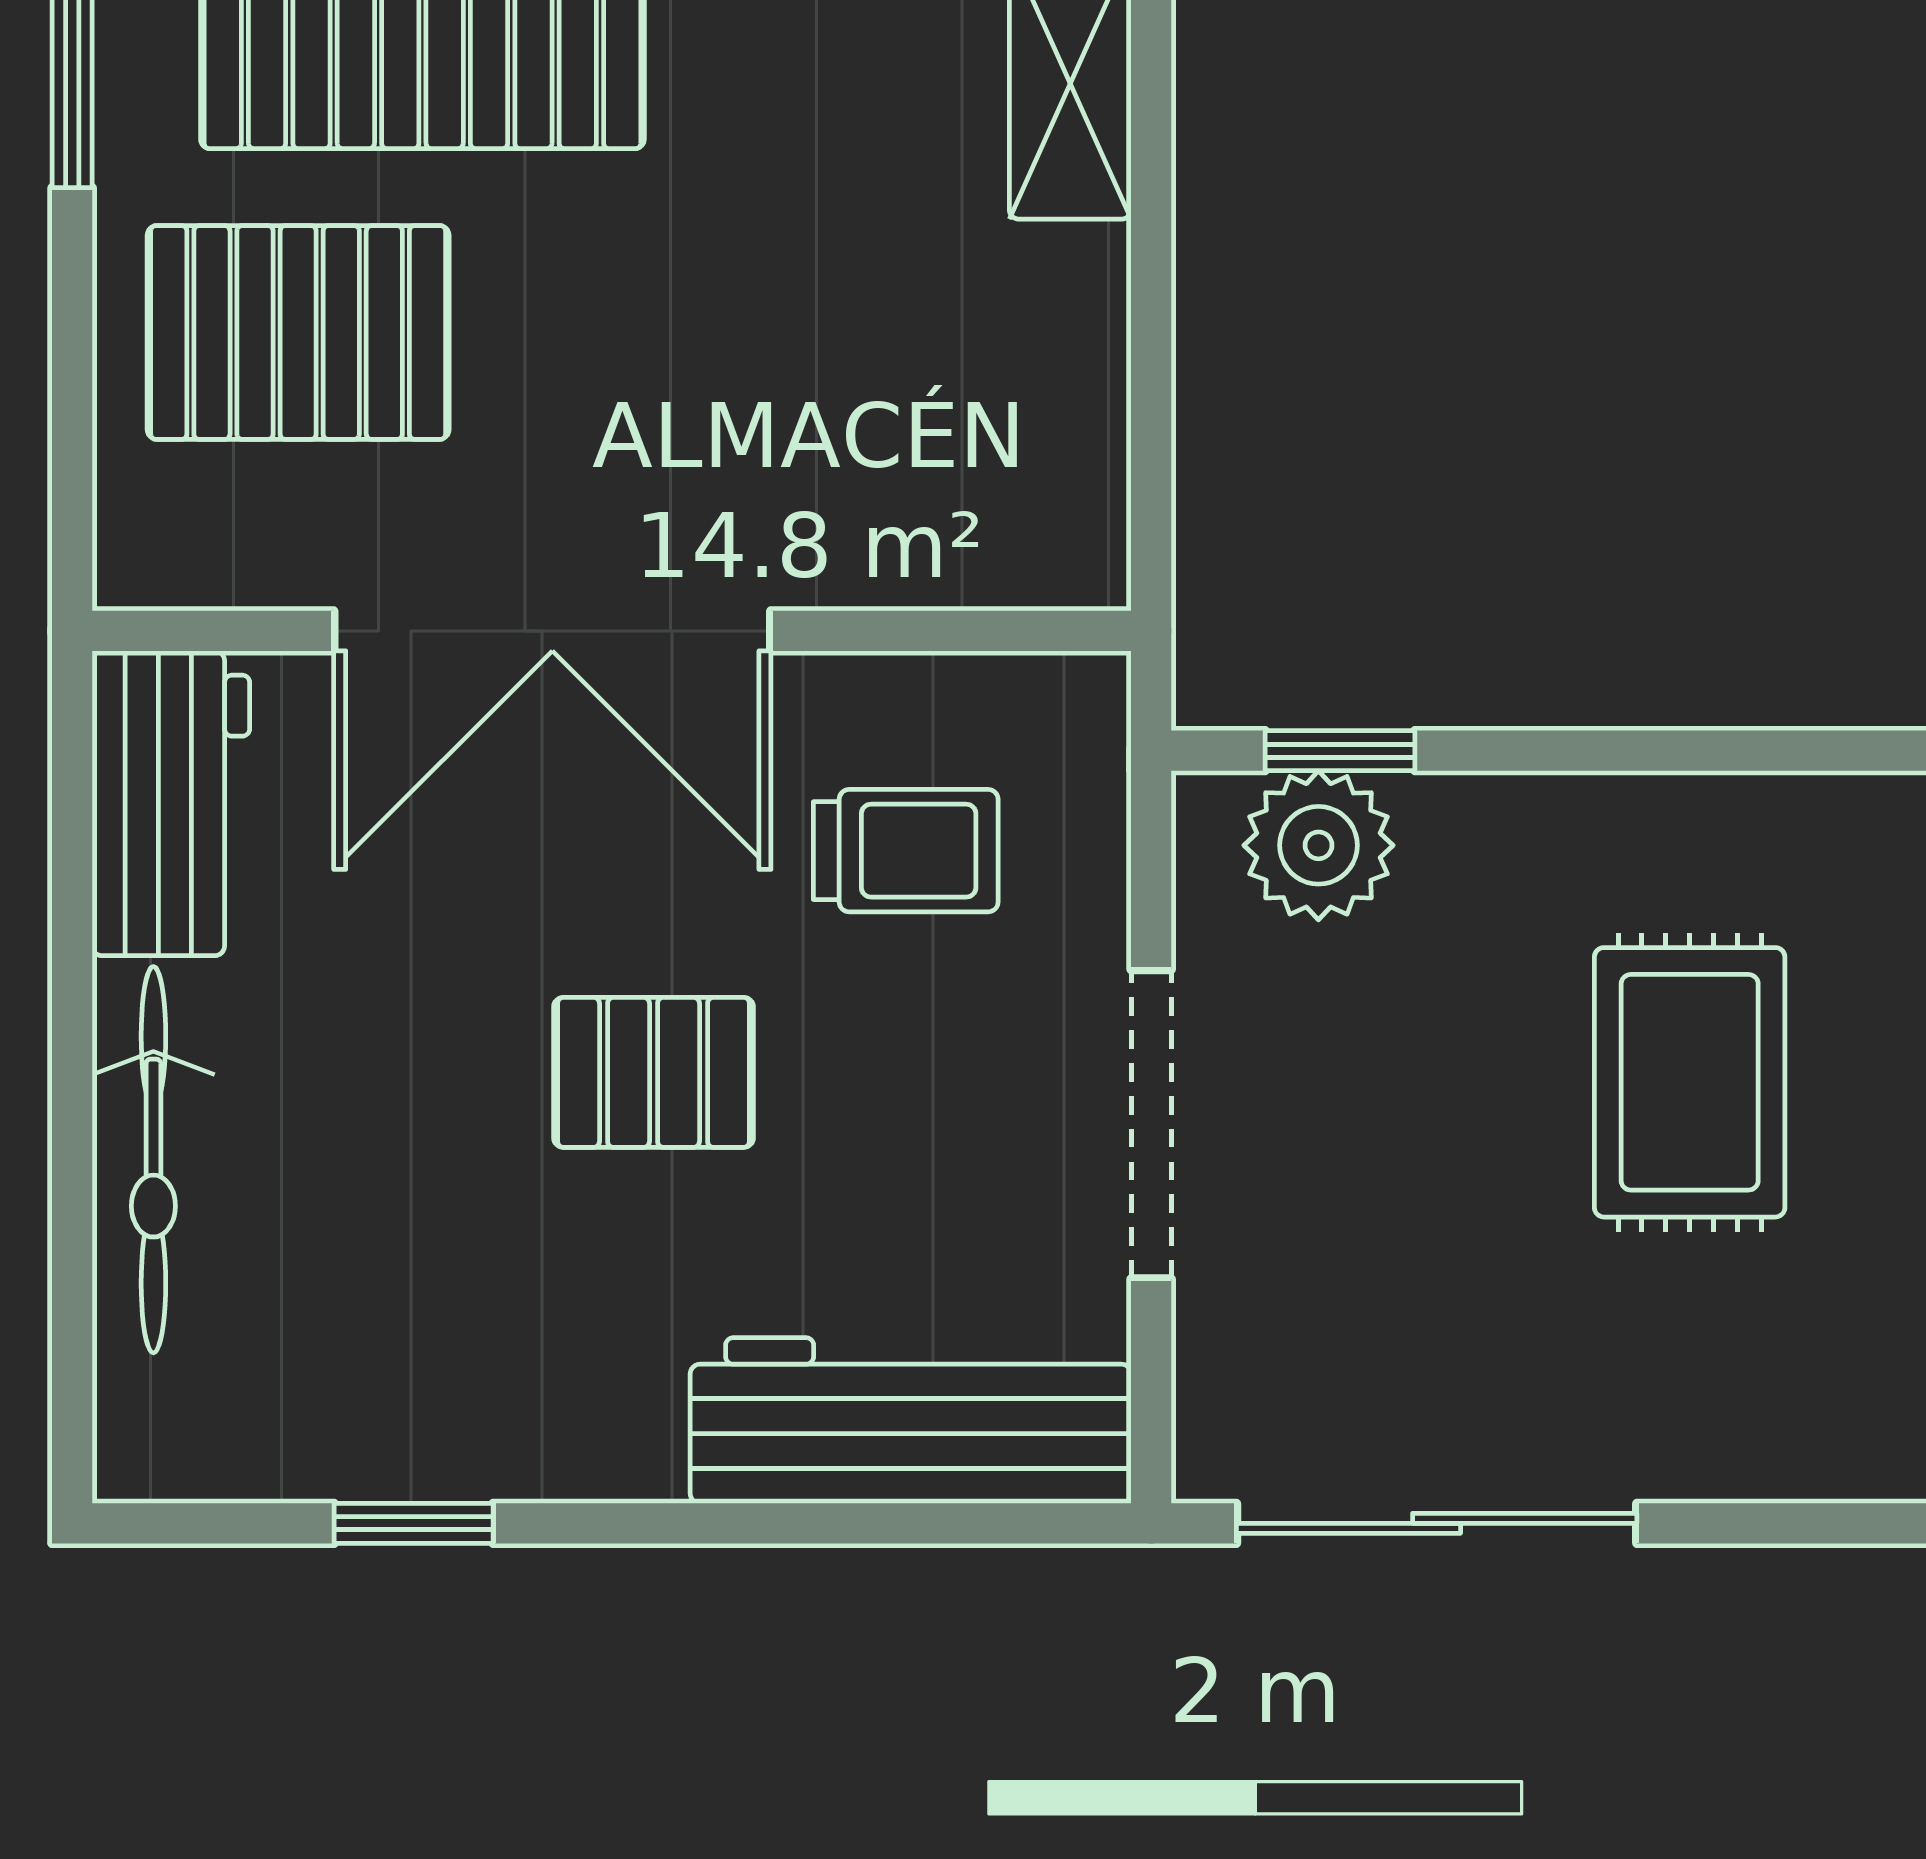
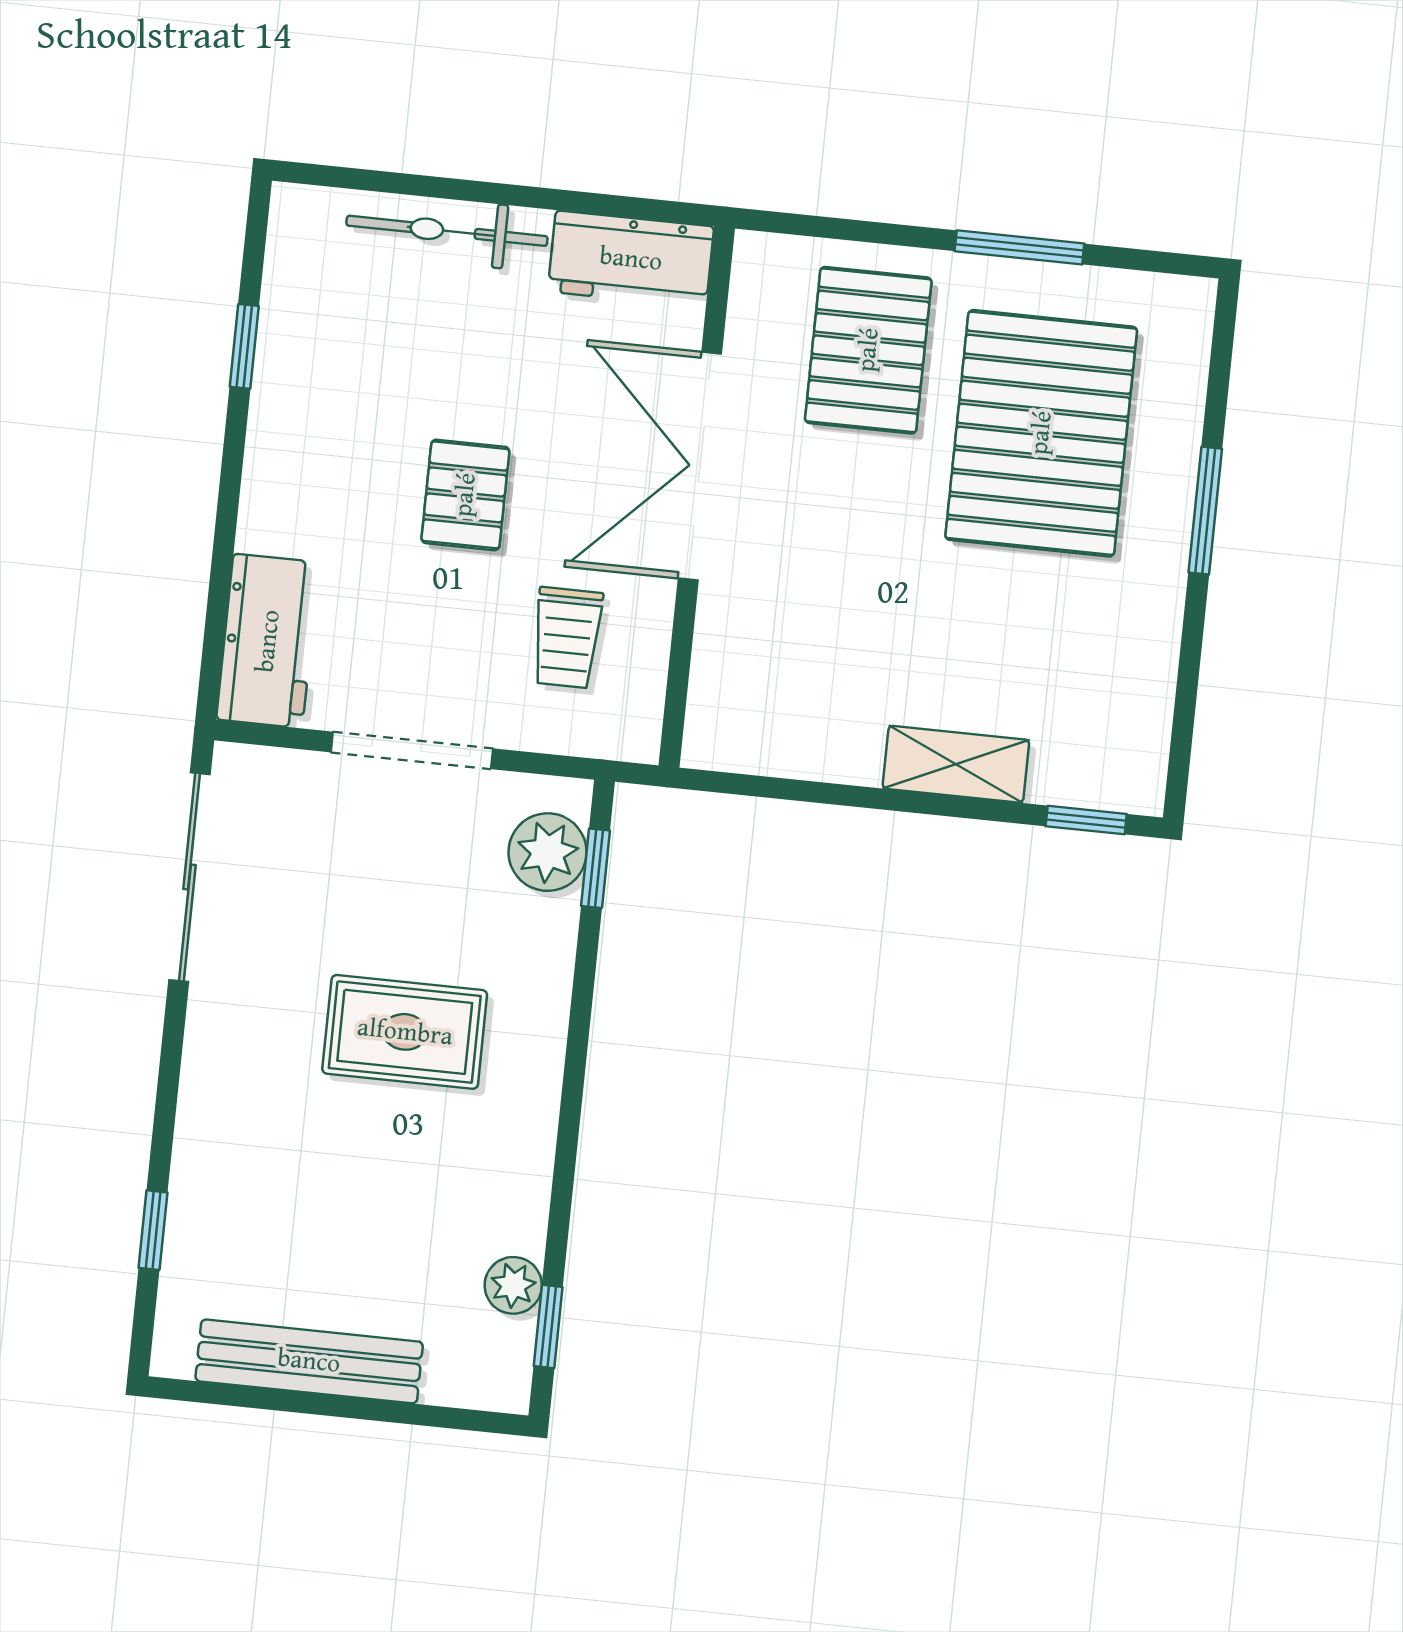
workbench: (911, 1420) -> (268, 641), width x0.73

